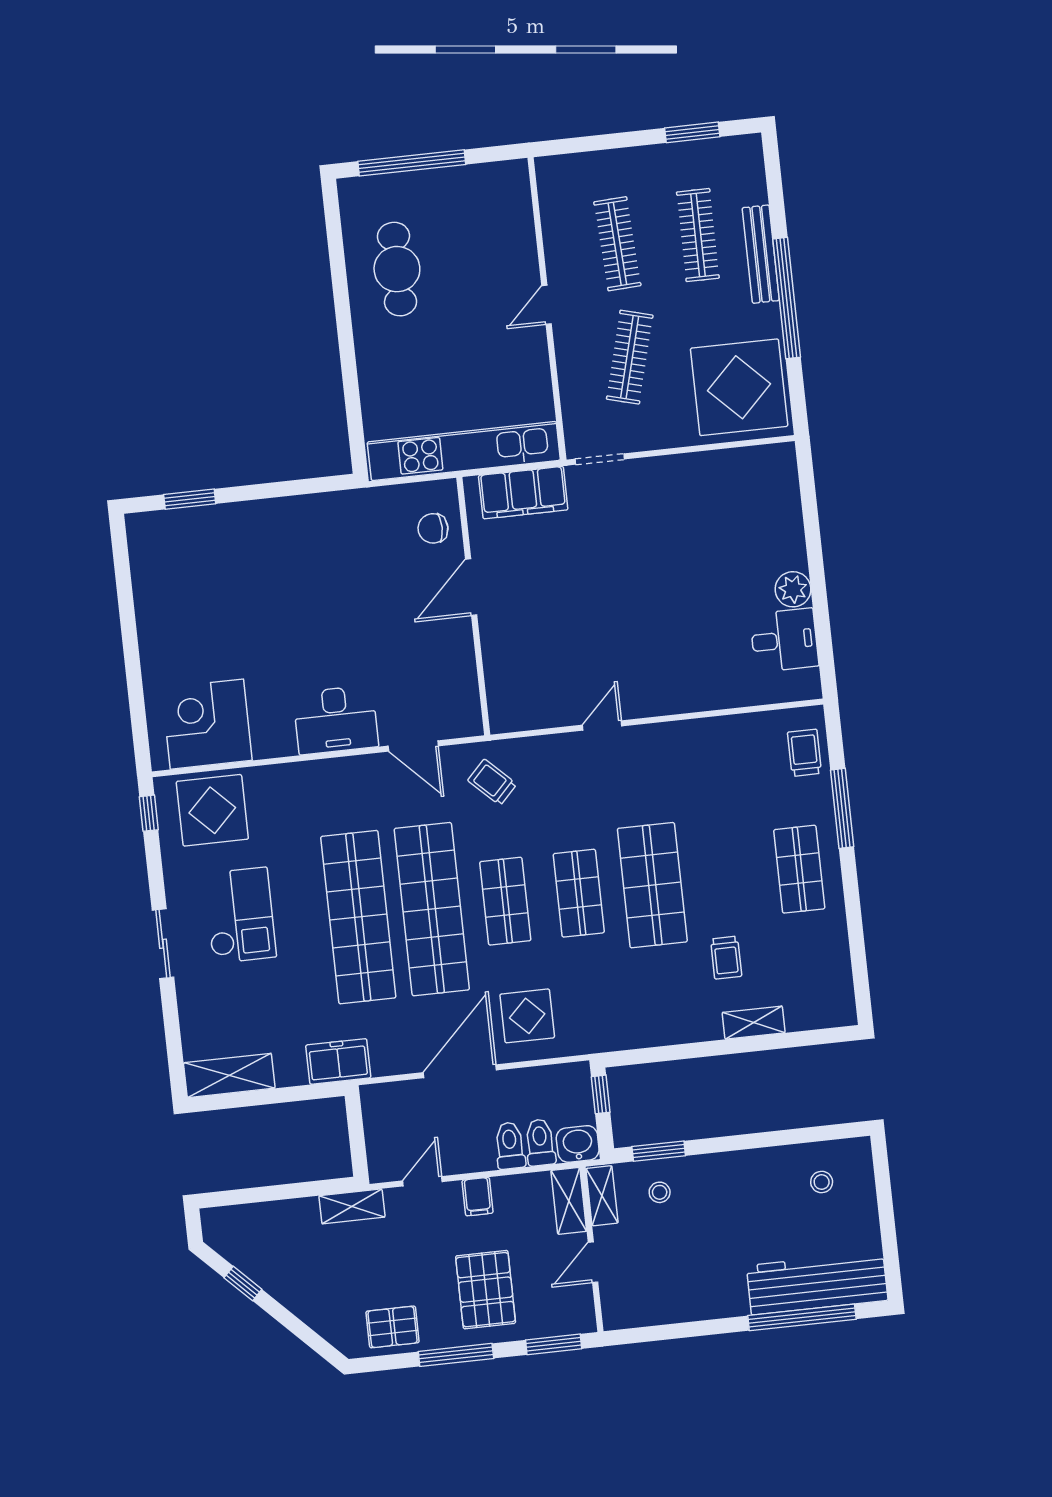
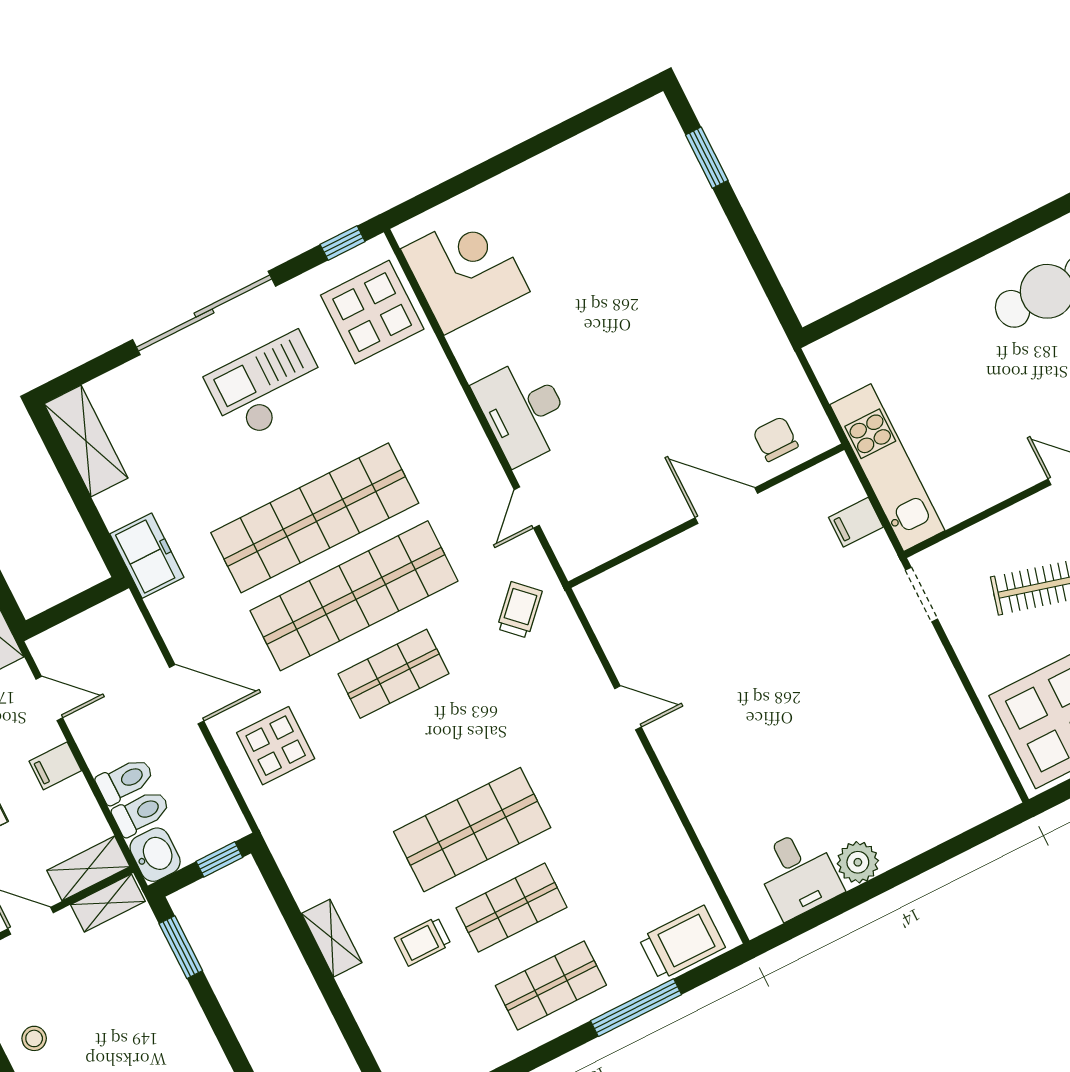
kitchen unit: (464, 451) -> (887, 468), width x0.73
filing cabinet: (523, 493) -> (856, 522), width x0.33, depth x0.86
door: (413, 746) -> (527, 507), width x0.73
trolley: (804, 753) -> (682, 943), width x1.36, depth x1.39
shop shelf: (579, 893) -> (512, 908), moved
checkout: (240, 915) -> (268, 386), turned 180
sliding door: (163, 944) -> (204, 313), width x1.86
shelving: (754, 1023) -> (332, 938), moved
door: (460, 1071) -> (187, 694), width x0.73
stool: (660, 1192) -> (34, 1038), moved

